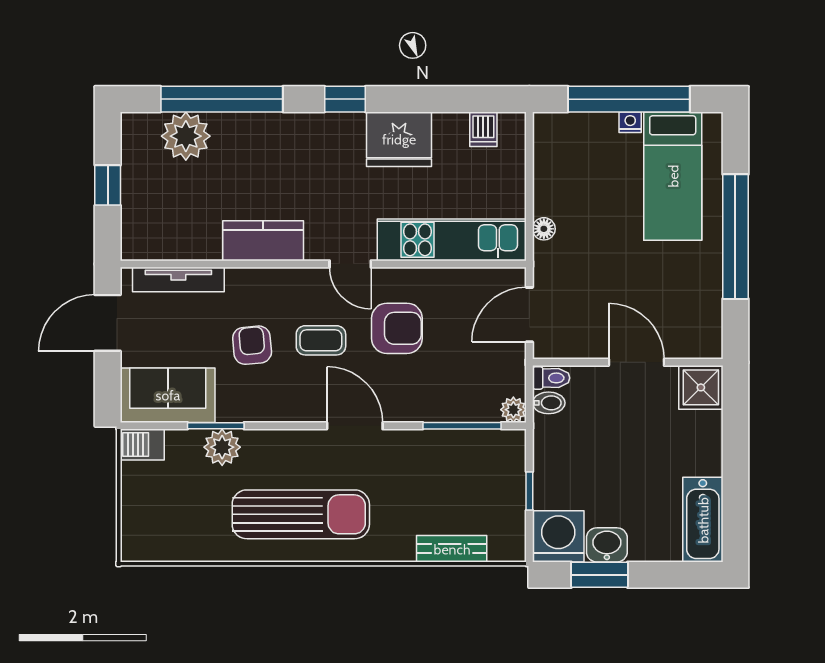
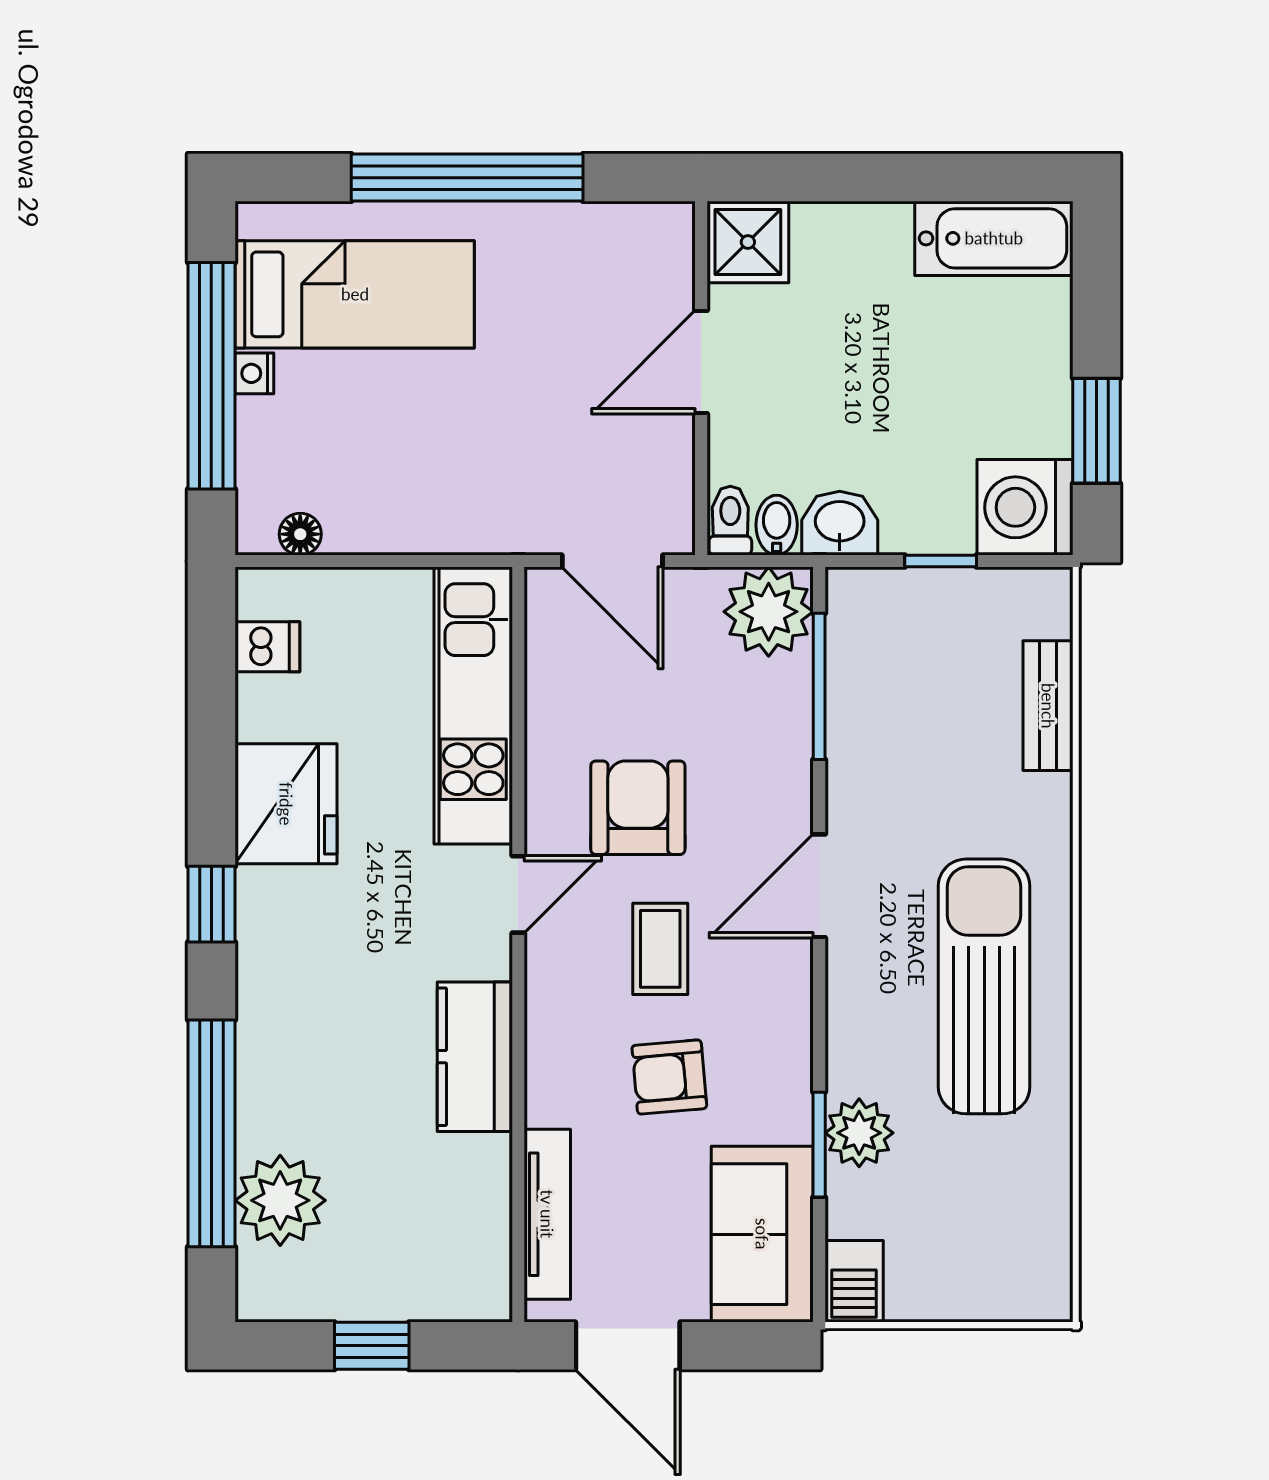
floor lamp: (544, 229) -> (300, 534), moved
plant: (513, 410) -> (769, 612), width x1.87, depth x1.87
washbasin: (607, 545) -> (840, 523), moved, turned 90

